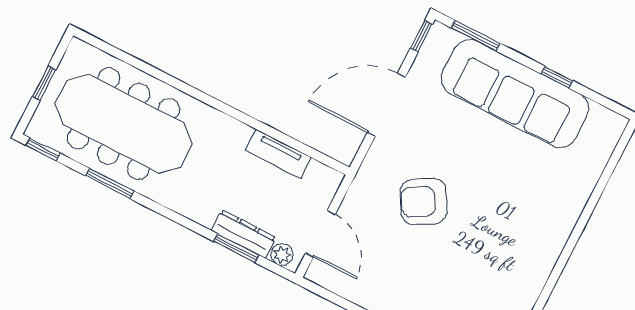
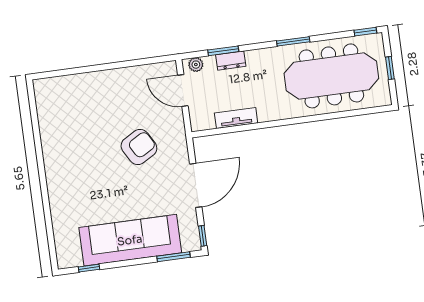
window: (557, 77) -> (89, 268), moved
window: (110, 183) -> (293, 41), moved
dresser: (243, 234) -> (231, 61), width x0.70

